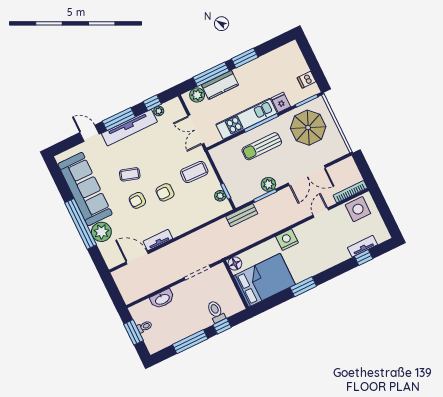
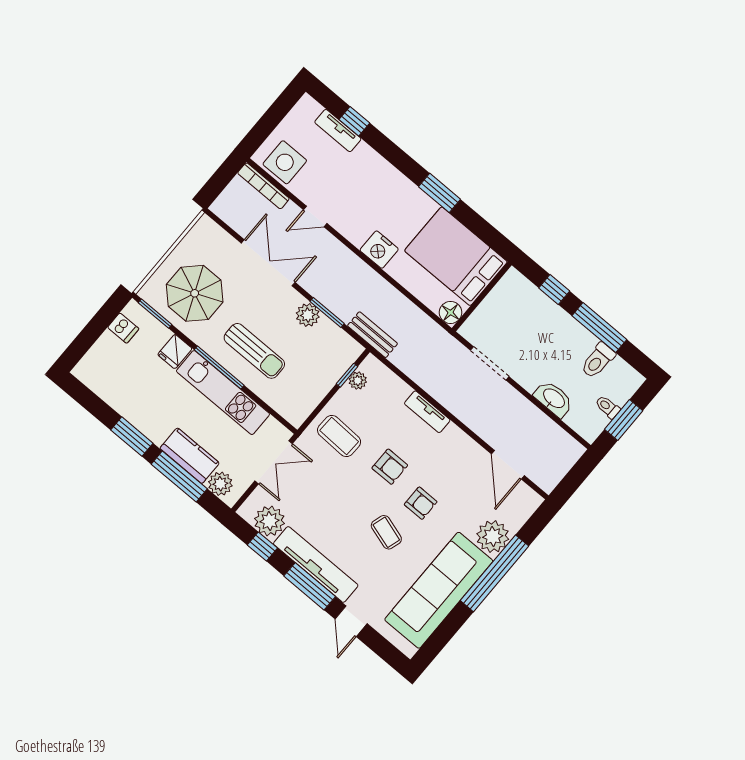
plant: (159, 111) -> (270, 521), width x1.88, depth x1.88
tv unit: (158, 240) -> (427, 412), moved
toilet: (216, 312) -> (598, 361), moved

